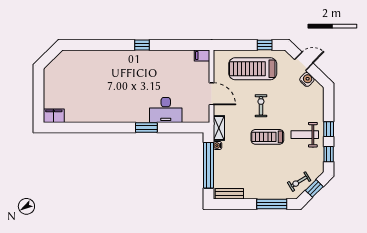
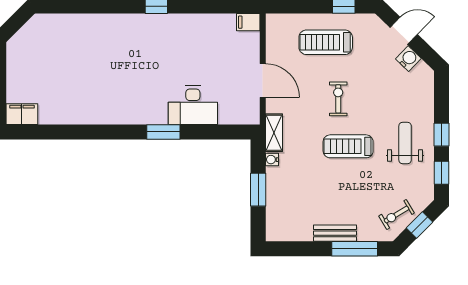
treadmill: (253, 69) -> (326, 42), width x0.73, depth x0.73
weight bench: (305, 135) -> (405, 143), turned 90
window: (208, 165) -> (258, 190), width x0.47
bench: (229, 194) -> (335, 233), moved

